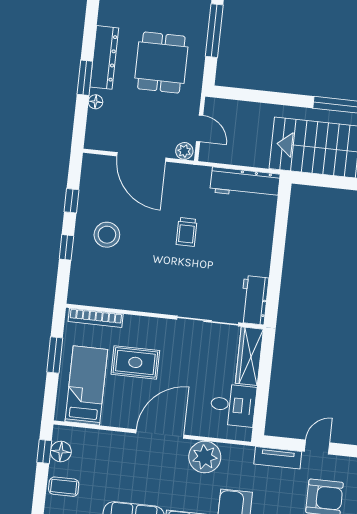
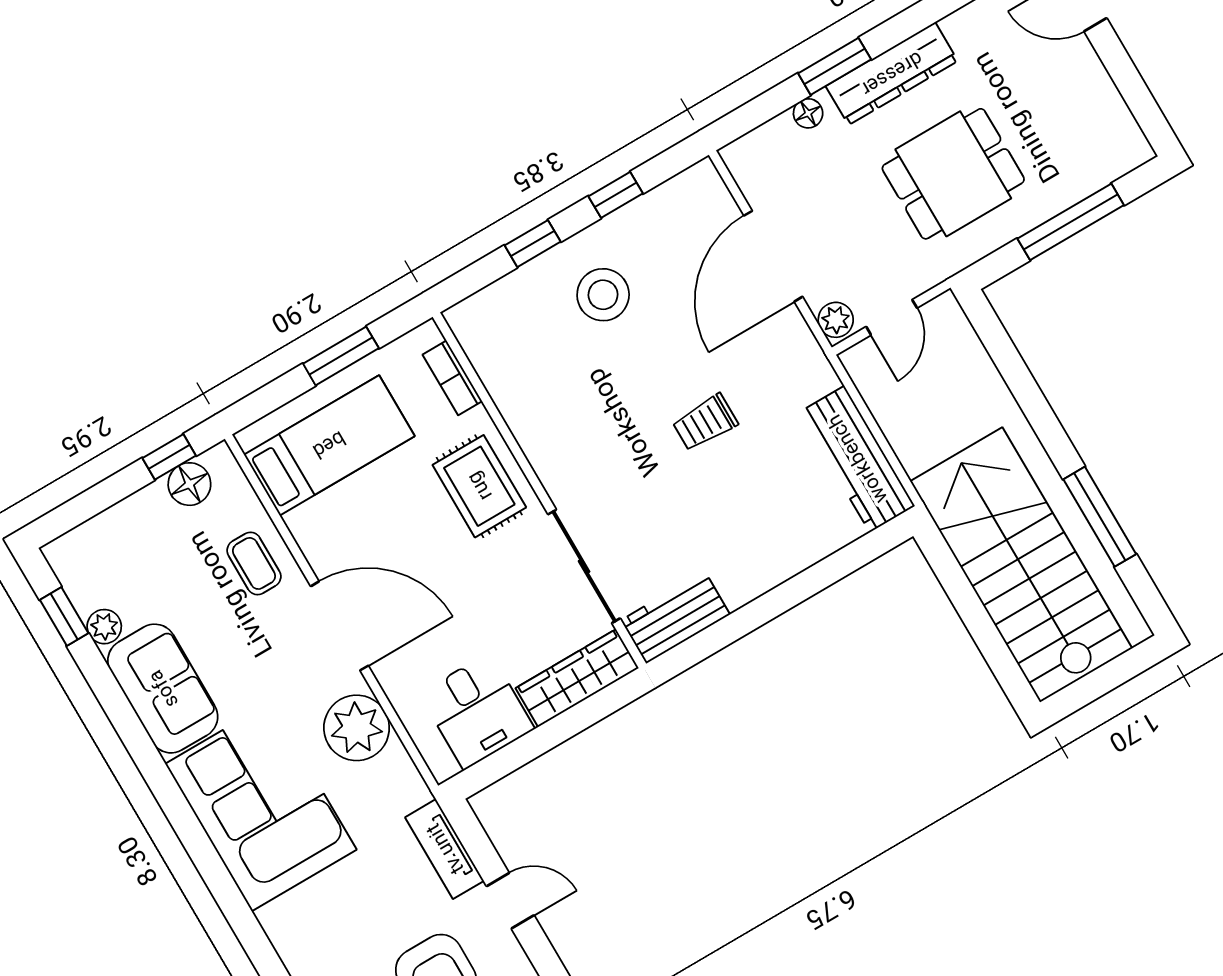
bookcase: (96, 318) -> (452, 378), width x0.64
rug: (135, 362) -> (479, 486), moved
coffee table: (64, 487) -> (254, 563), moved

